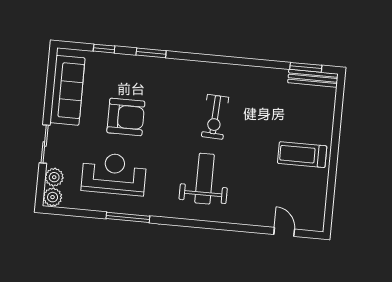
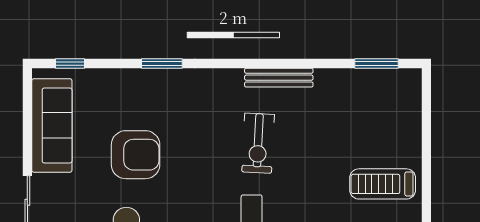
window: (104, 49) -> (70, 63), moved
bench: (313, 78) -> (279, 78), moved

